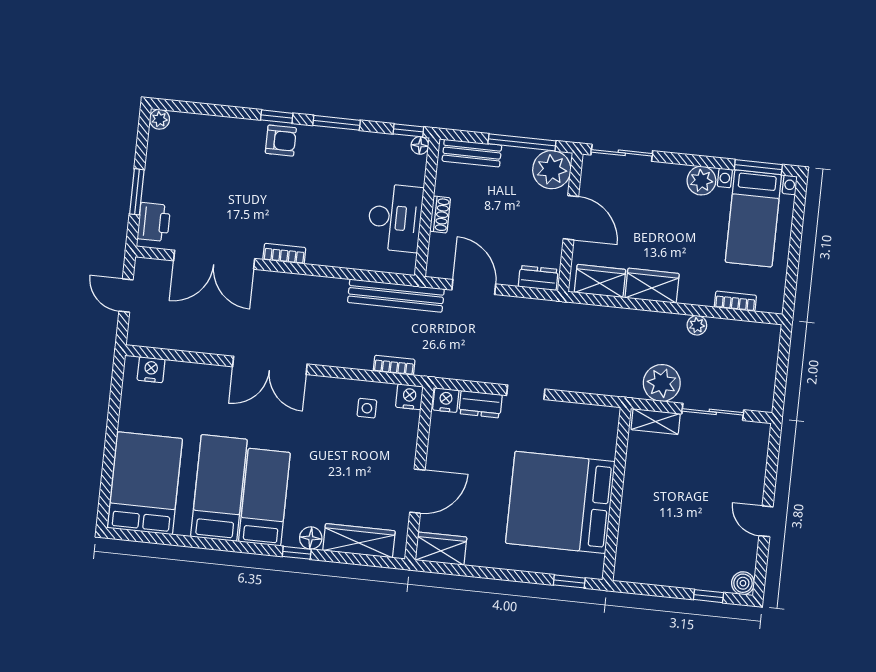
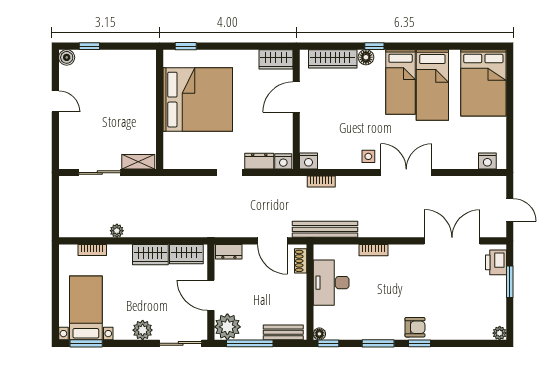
armchair: (281, 141) -> (415, 327), turned 180
plant: (701, 181) -> (143, 330), moved
shoe rack: (440, 215) -> (301, 261), moved
bookcase: (284, 254) -> (374, 250), moved
plant: (662, 383) -> (137, 189), removed
side table: (367, 408) -> (368, 156), moved

